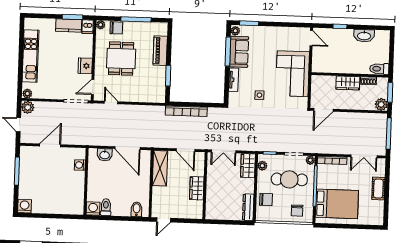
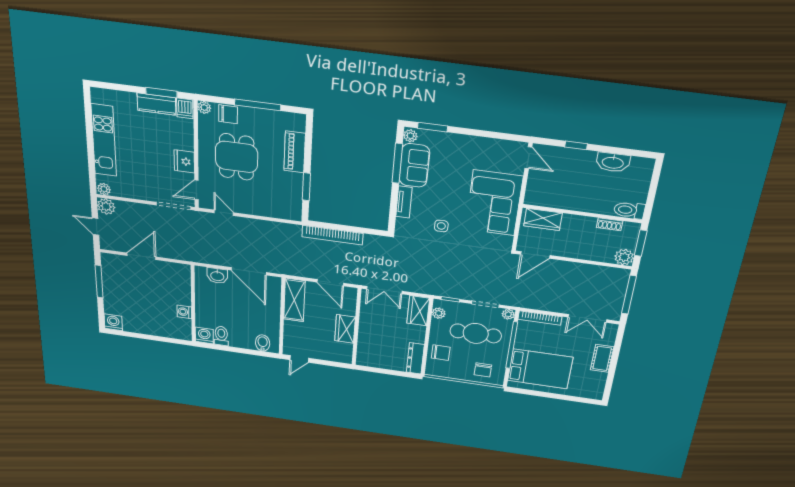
wardrobe: (348, 83) -> (543, 219), moved
washing machine: (80, 165) -> (184, 312), moved

